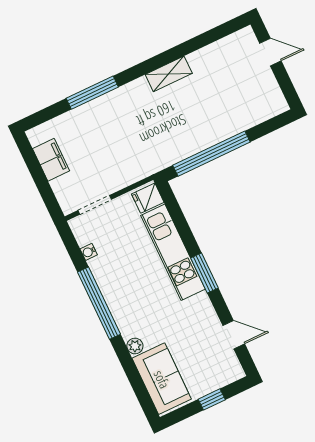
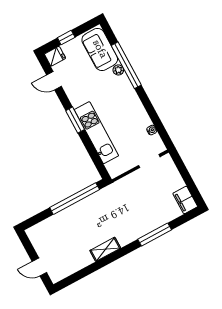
filing cabinet: (51, 160) -> (185, 200), moved
fridge: (148, 198) -> (55, 56), moved
window: (99, 303) -> (126, 65), moved

